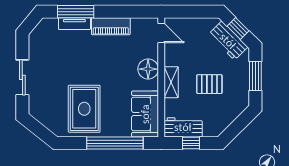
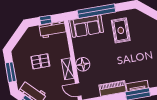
shelving: (171, 82) -> (68, 69), moved
rug: (84, 109) -> (121, 30), width x0.73, depth x0.70
sofa: (145, 114) -> (87, 26), moved, turned 90

